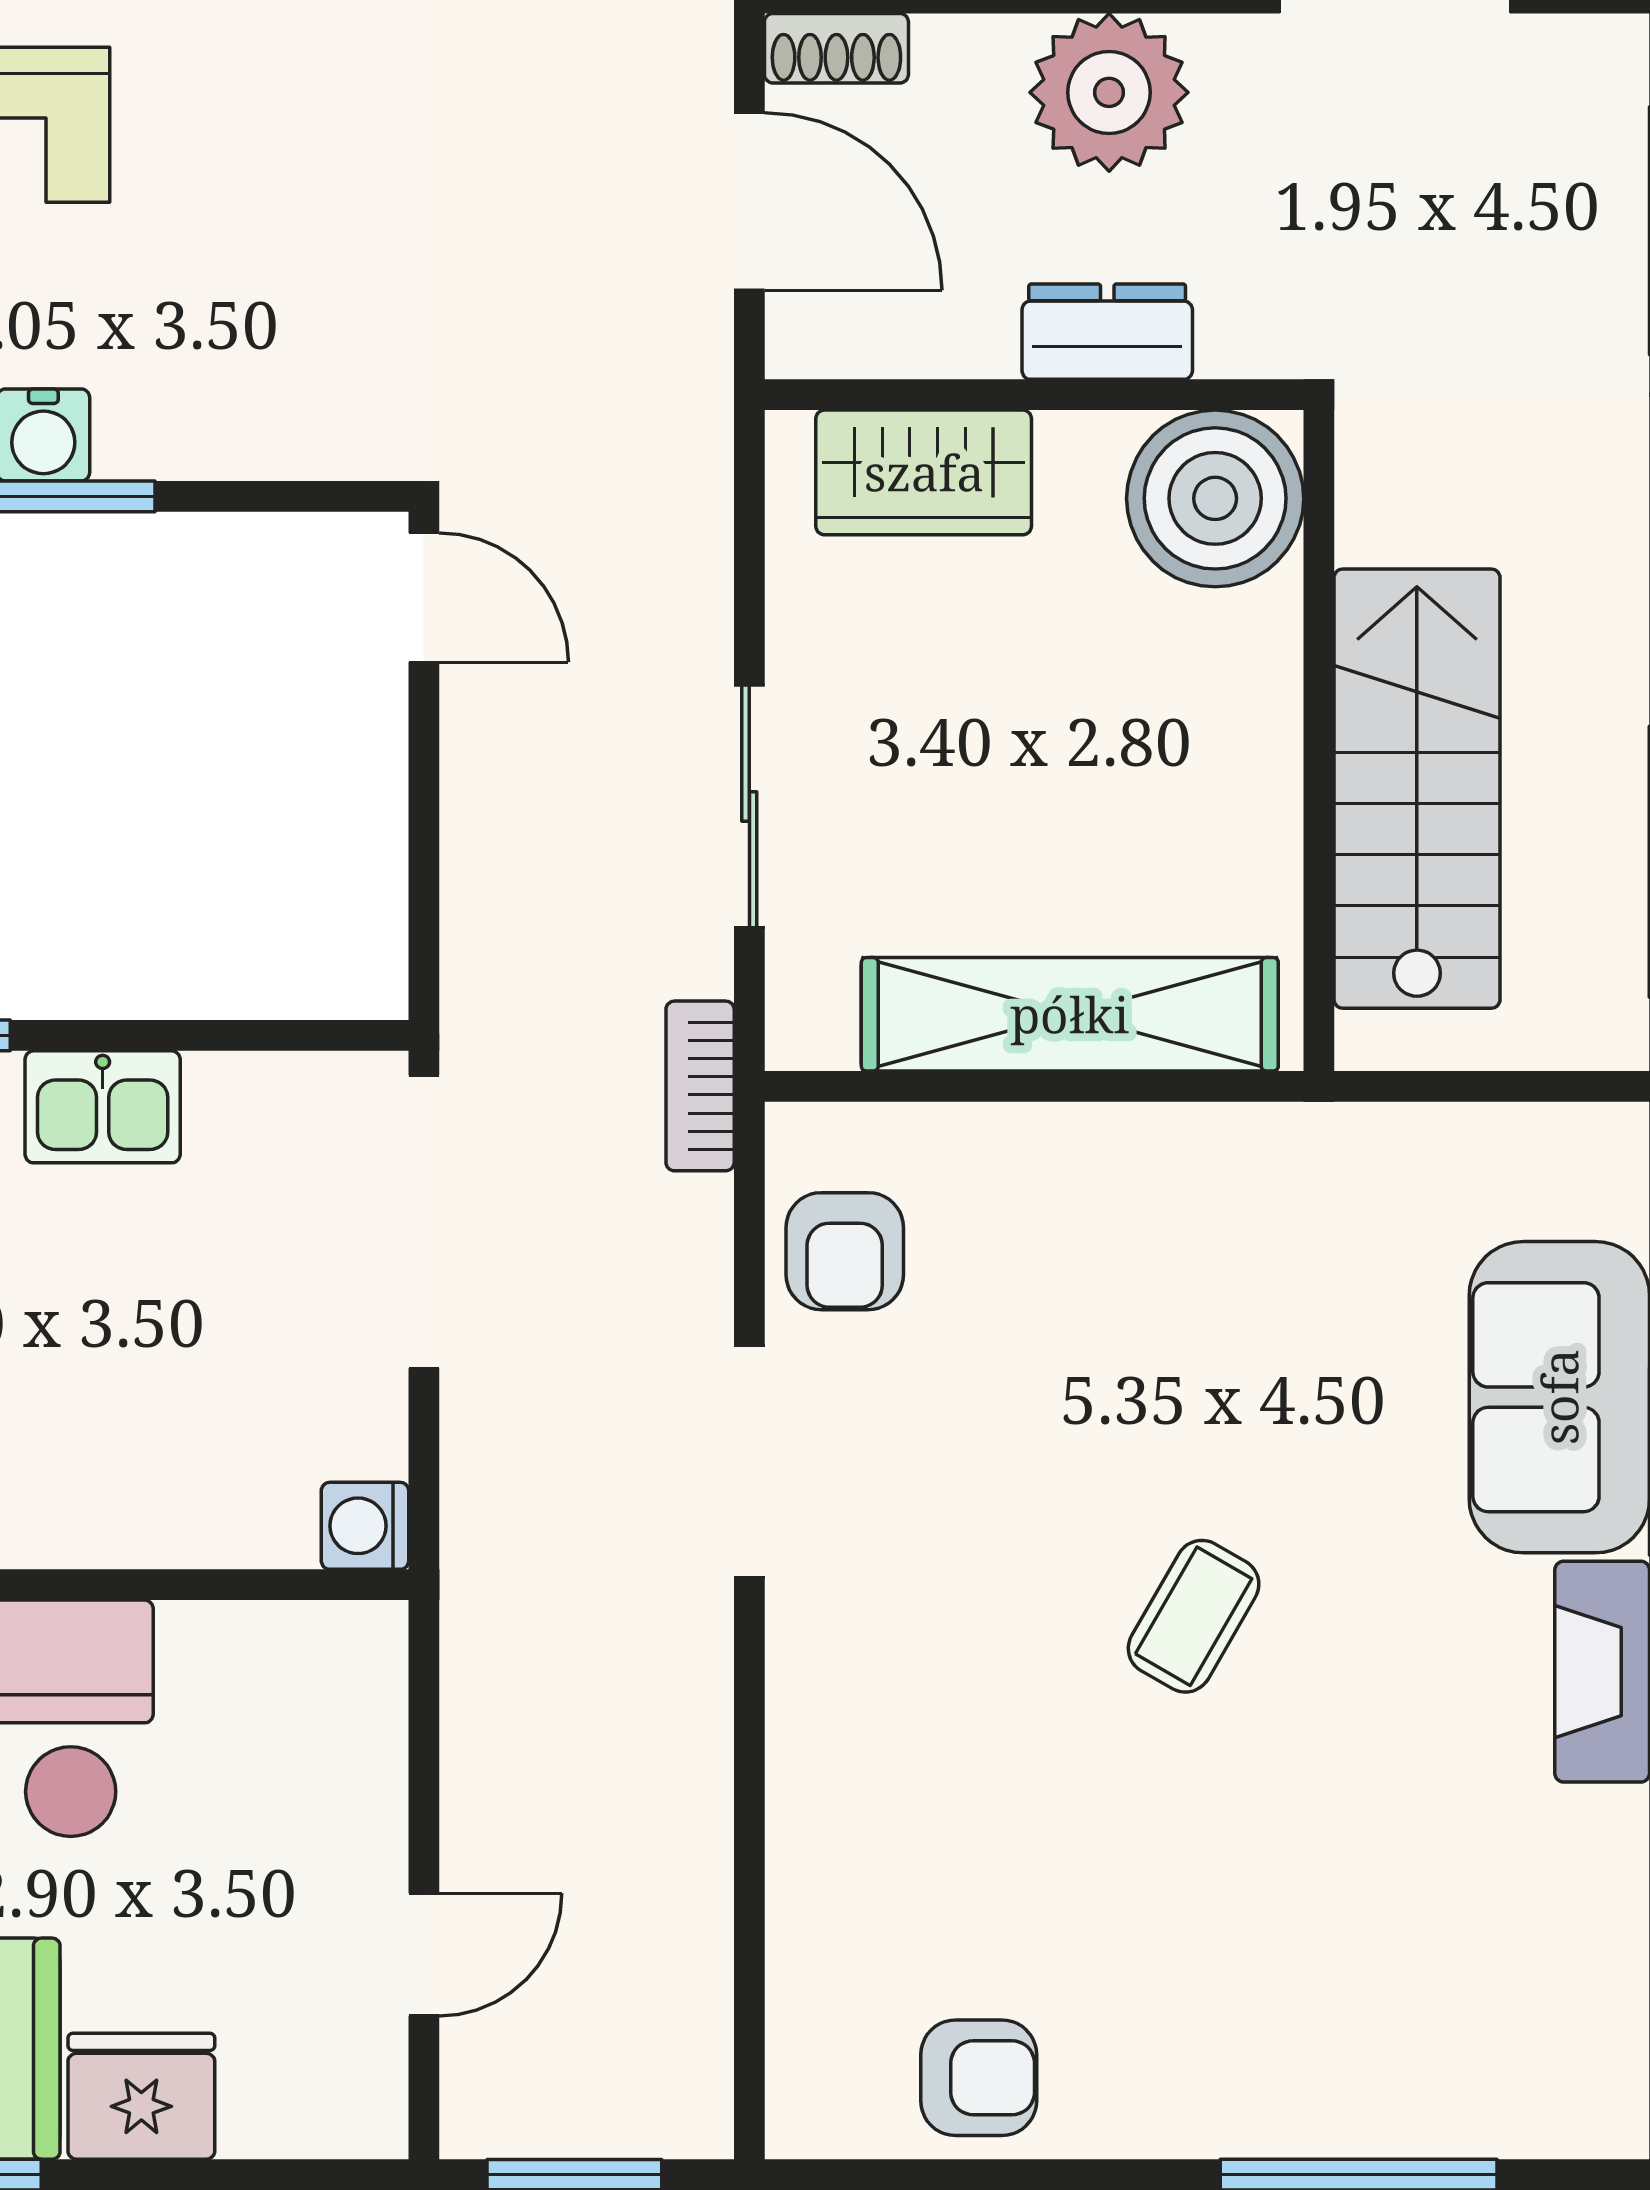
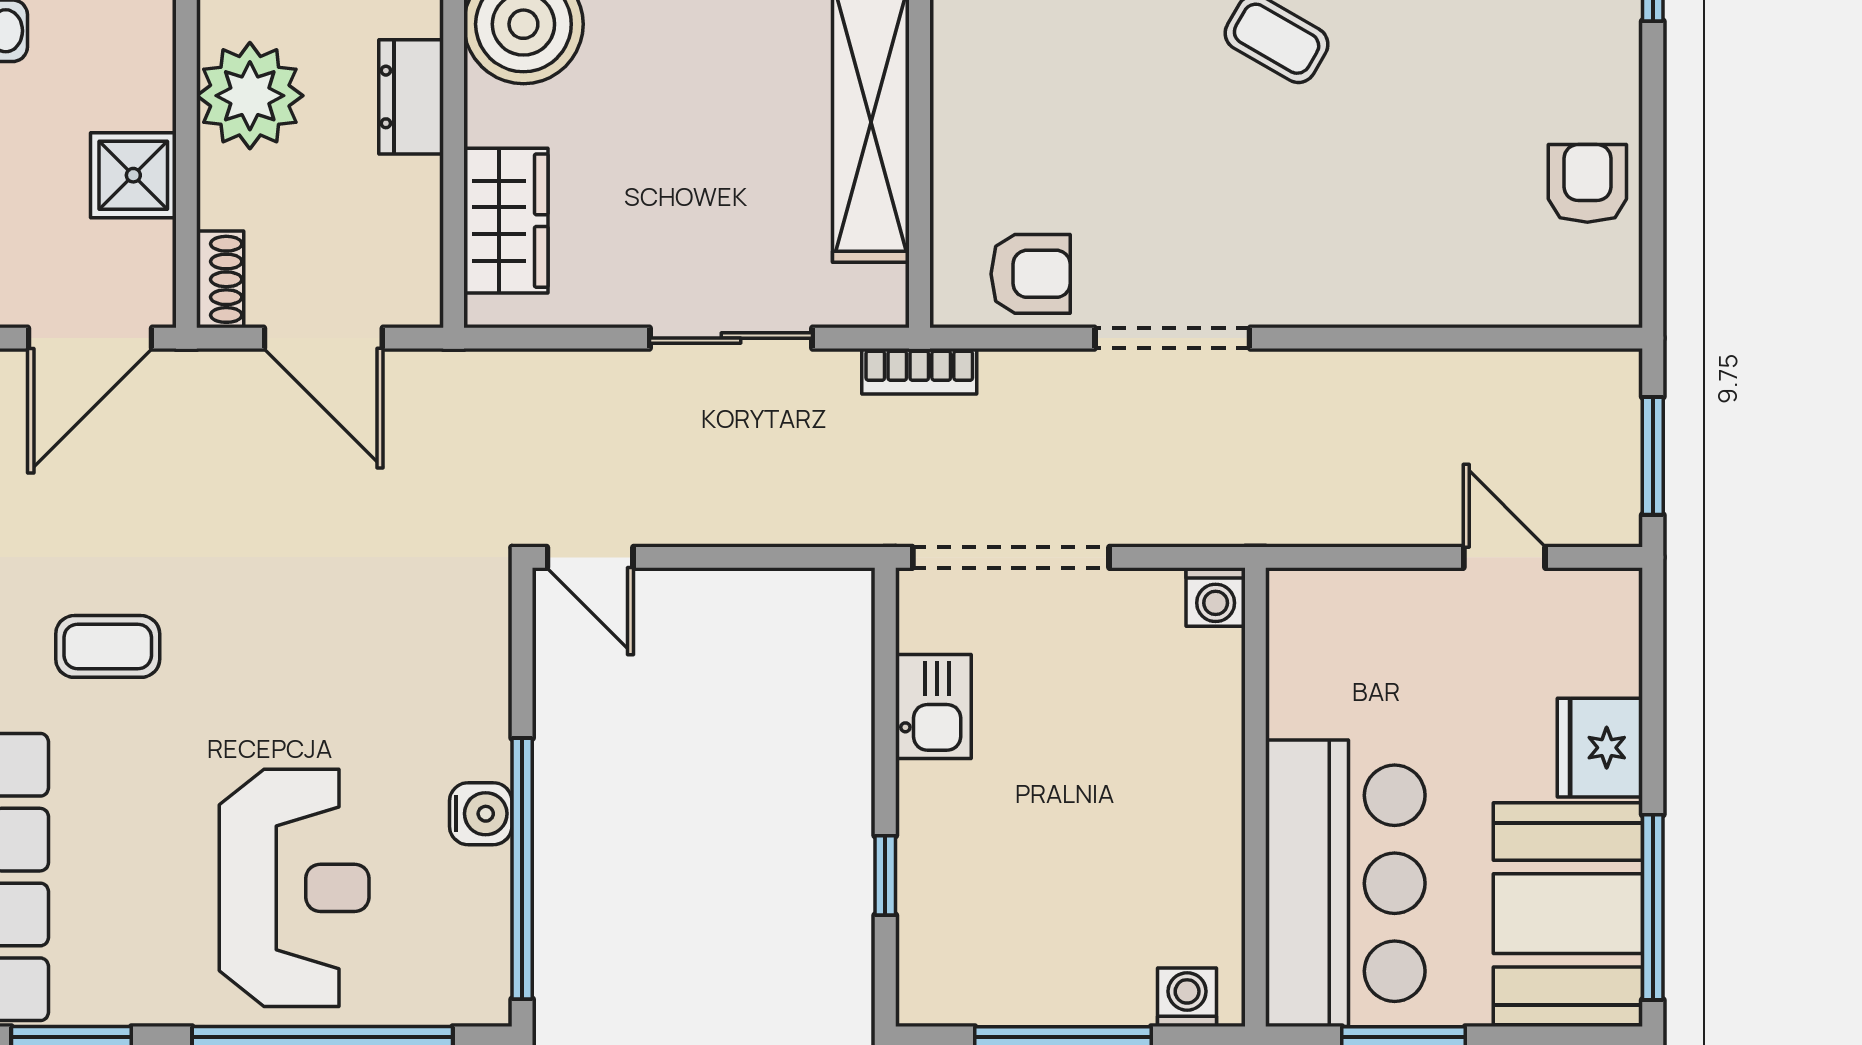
door: (749, 201) -> (323, 338), swing flipped
door: (424, 597) -> (590, 557), swing flipped
kitchen sink: (103, 1107) -> (933, 706), moved

